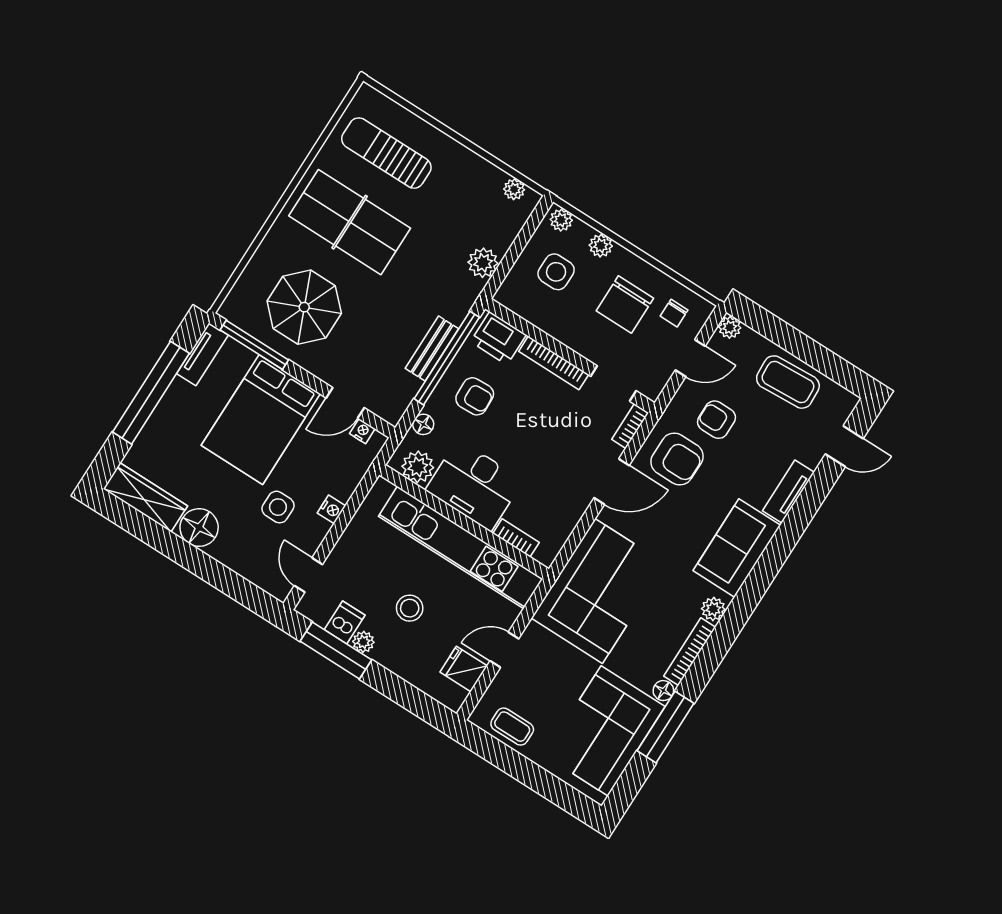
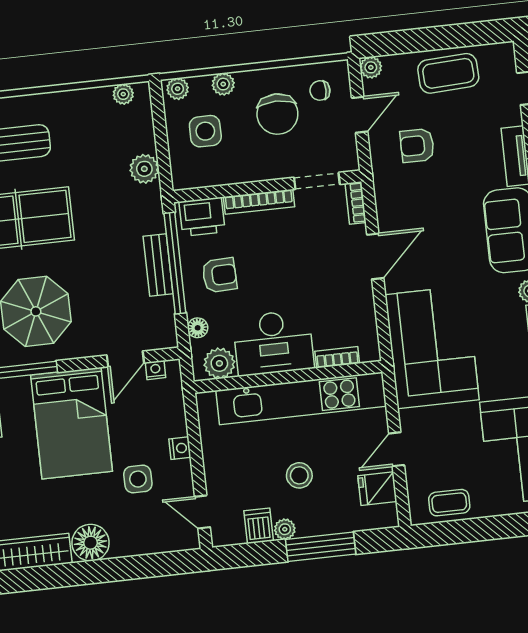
chair: (674, 313) -> (320, 90), turned 90
armchair: (677, 459) -> (411, 199), removed
window: (336, 651) -> (321, 547), moved

